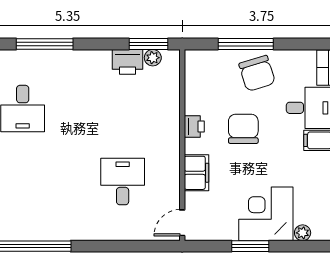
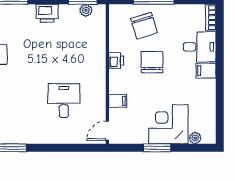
printer: (128, 62) -> (47, 13), moved
chair: (257, 73) -> (144, 26), moved
filing cabinet: (196, 173) -> (118, 101), width x0.50

